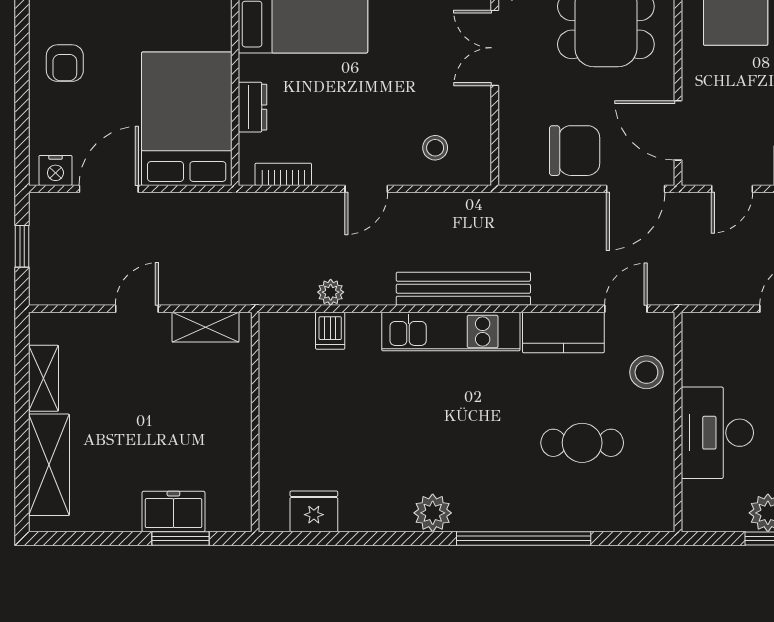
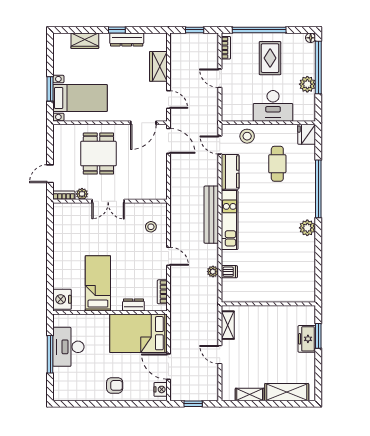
chair: (575, 151) -> (152, 167), removed
fridge: (314, 511) -> (307, 134), moved

